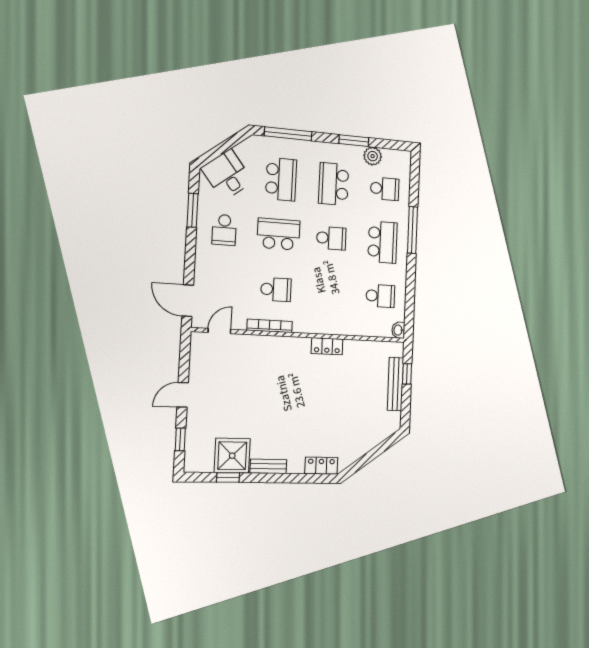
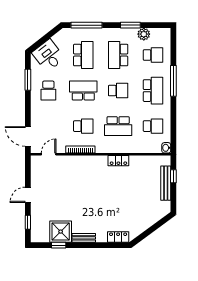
school desk: (329, 293) -> (118, 126), added

